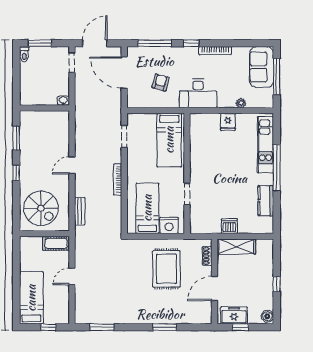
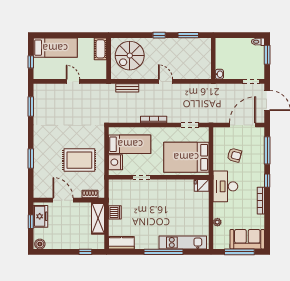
fridge: (228, 122) -> (202, 185), moved
bed: (169, 140) -> (186, 157), width x1.50
kitchen counter: (266, 201) -> (121, 243), moved
cot: (56, 243) -> (100, 49), moved
window: (277, 284) -> (85, 252), moved

